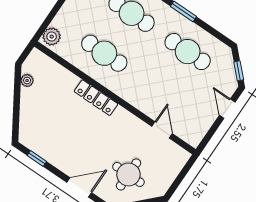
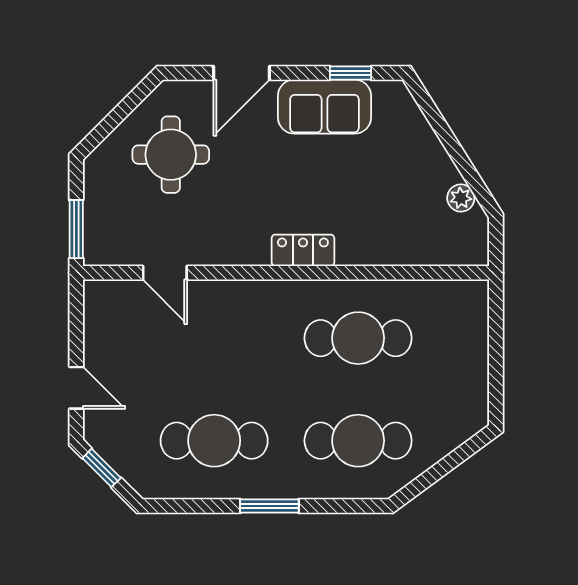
plant: (52, 37) -> (470, 304), removed
locker: (96, 98) -> (303, 250), width x0.66
sofa: (56, 152) -> (324, 107), added
window: (185, 171) -> (76, 229), added

